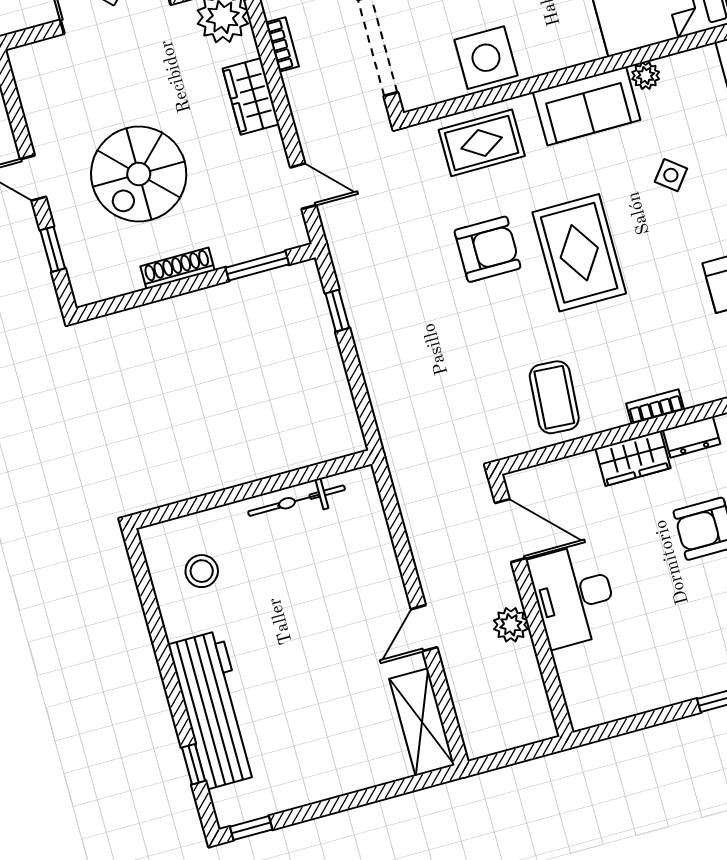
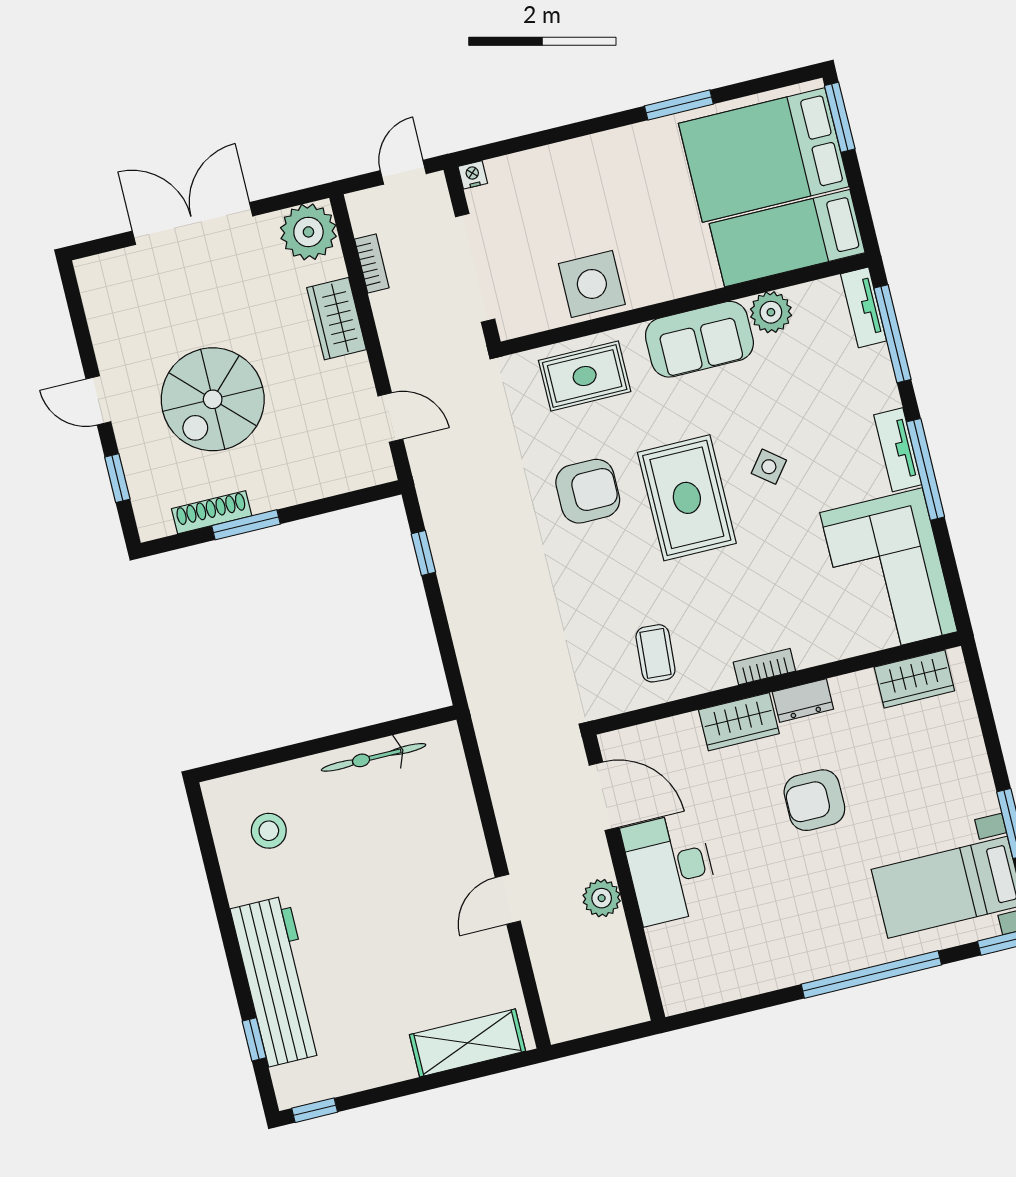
plant: (646, 76) -> (771, 312), width x1.38, depth x1.38
side table: (671, 175) -> (769, 467), moved
window: (257, 266) -> (246, 525), moved
shoe rack: (177, 268) -> (212, 512), moved
coffee table: (554, 397) -> (655, 653), width x0.73, depth x0.77
shelving: (422, 722) -> (467, 1043), moved, turned 90

